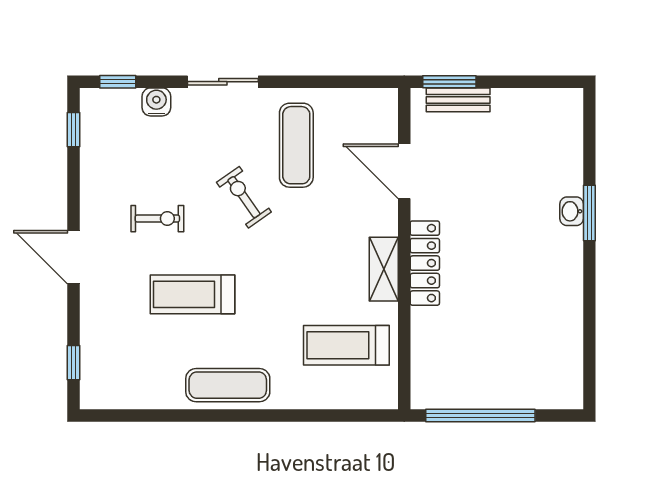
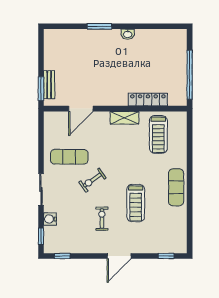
washbasin: (572, 211) -> (128, 34), moved
locker: (425, 263) -> (148, 100), moved

